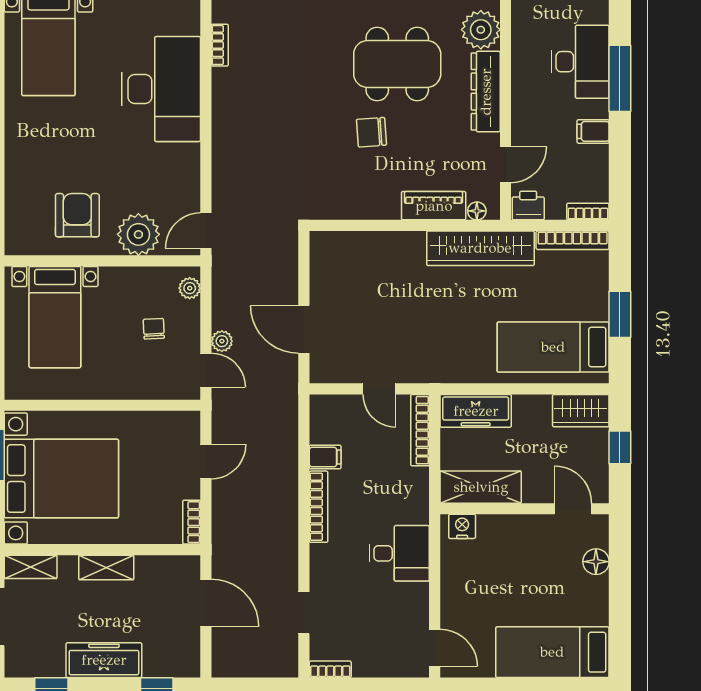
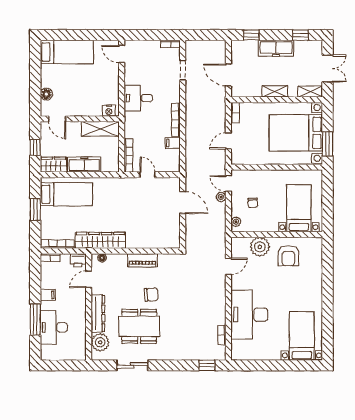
piano: (434, 206) -> (142, 260), moved
door: (206, 231) -> (228, 266), moved
freezer: (476, 411) -> (84, 165), moved

